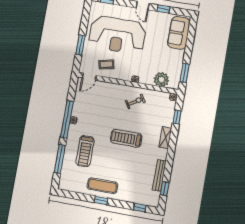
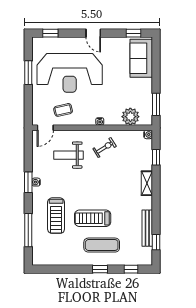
window: (163, 9) -> (133, 33), moved
window: (80, 45) -> (28, 73), moved
weight bench: (104, 103) -> (69, 155), added
window: (67, 119) -> (28, 182), width x0.47
treadmill: (126, 138) -> (93, 218), moved
exercise mat: (102, 186) -> (102, 245), moved
window: (101, 200) -> (100, 269), moved

